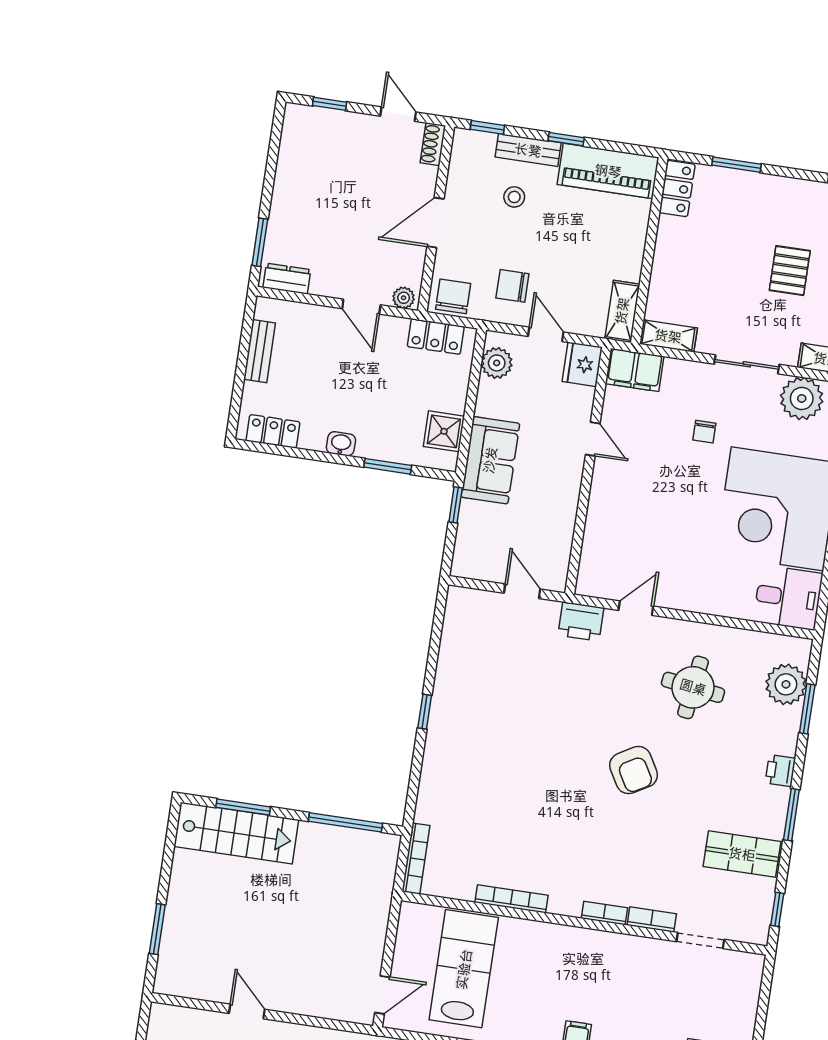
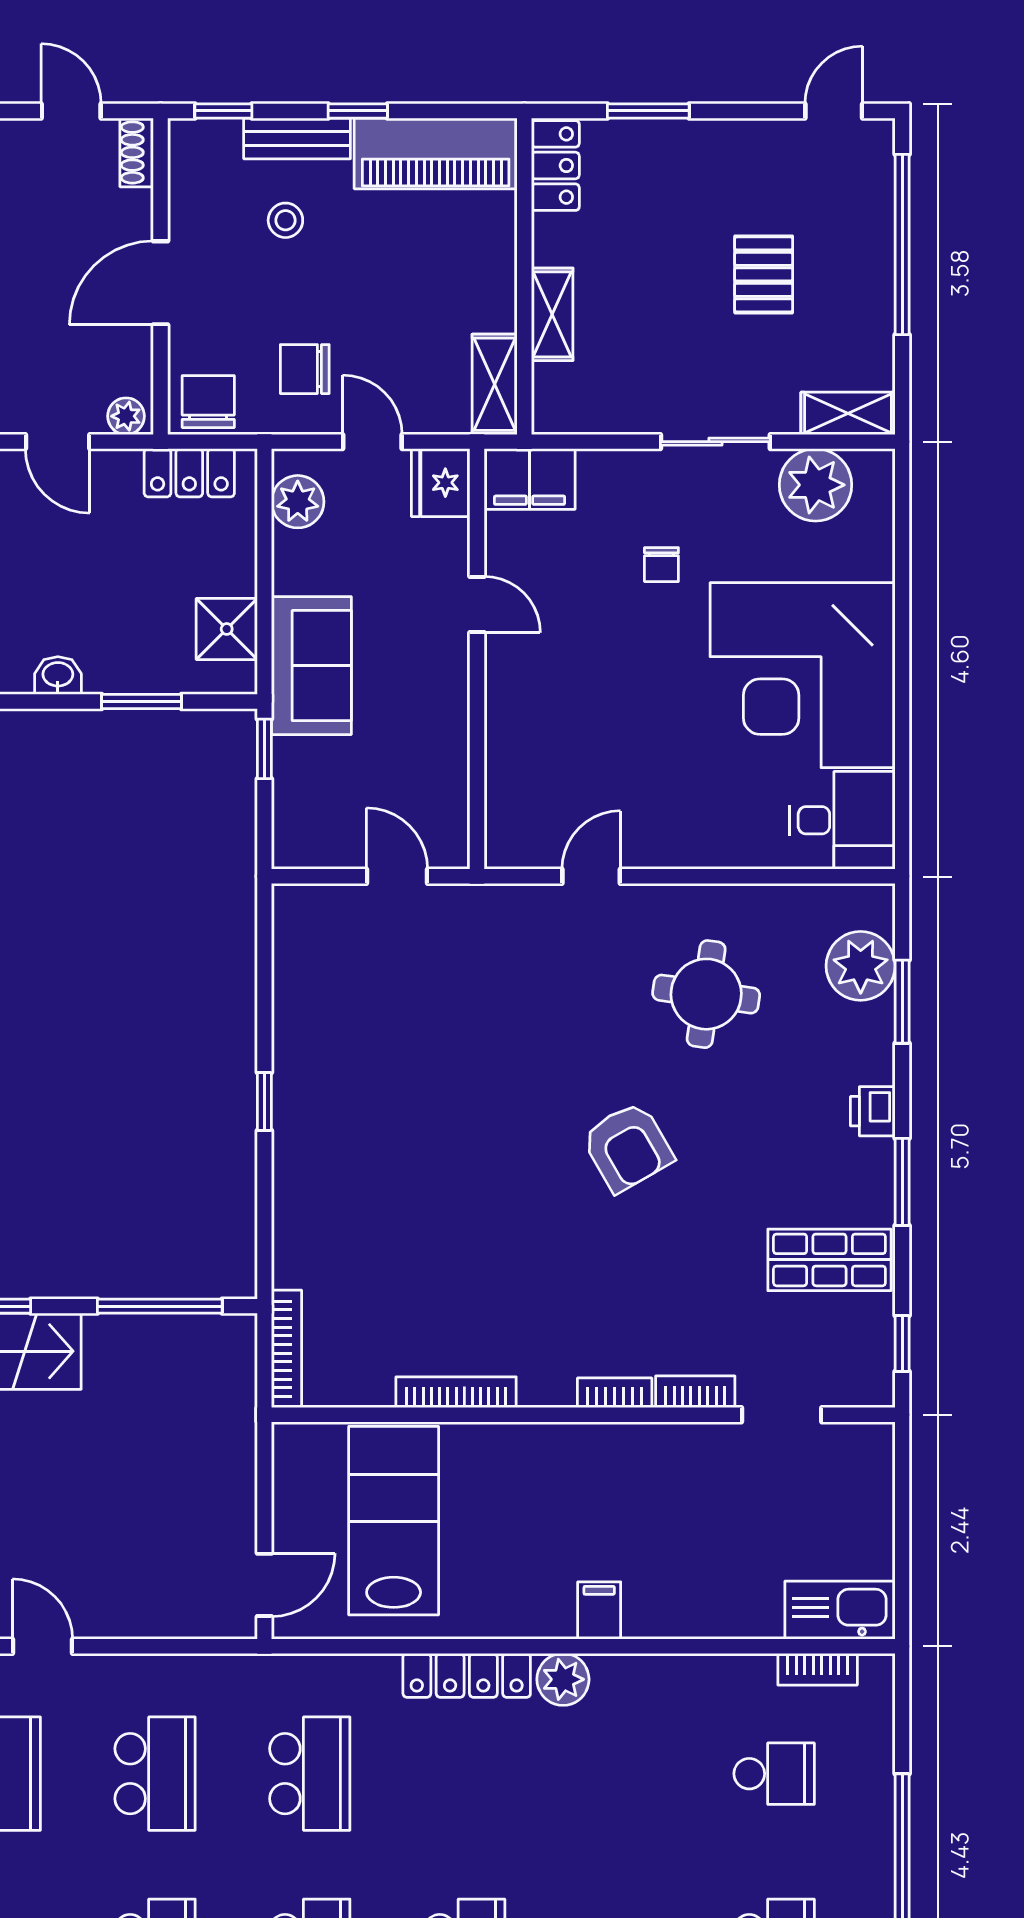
shelving: (668, 336) -> (552, 314), moved, turned 90
printer: (581, 621) -> (503, 912), removed

